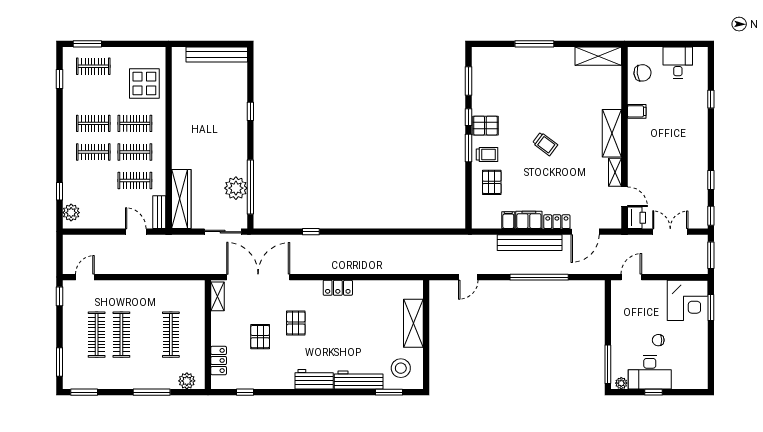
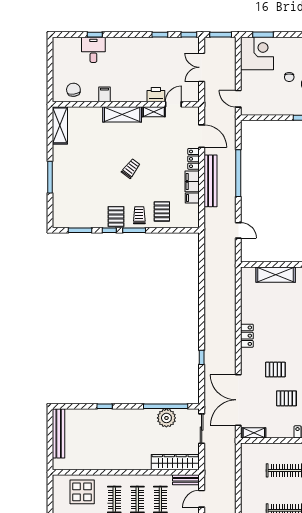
desk: (678, 63) -> (93, 50), moved, turned 90
pallet: (492, 182) -> (162, 211), turned 90
printer: (636, 218) -> (156, 95), moved

